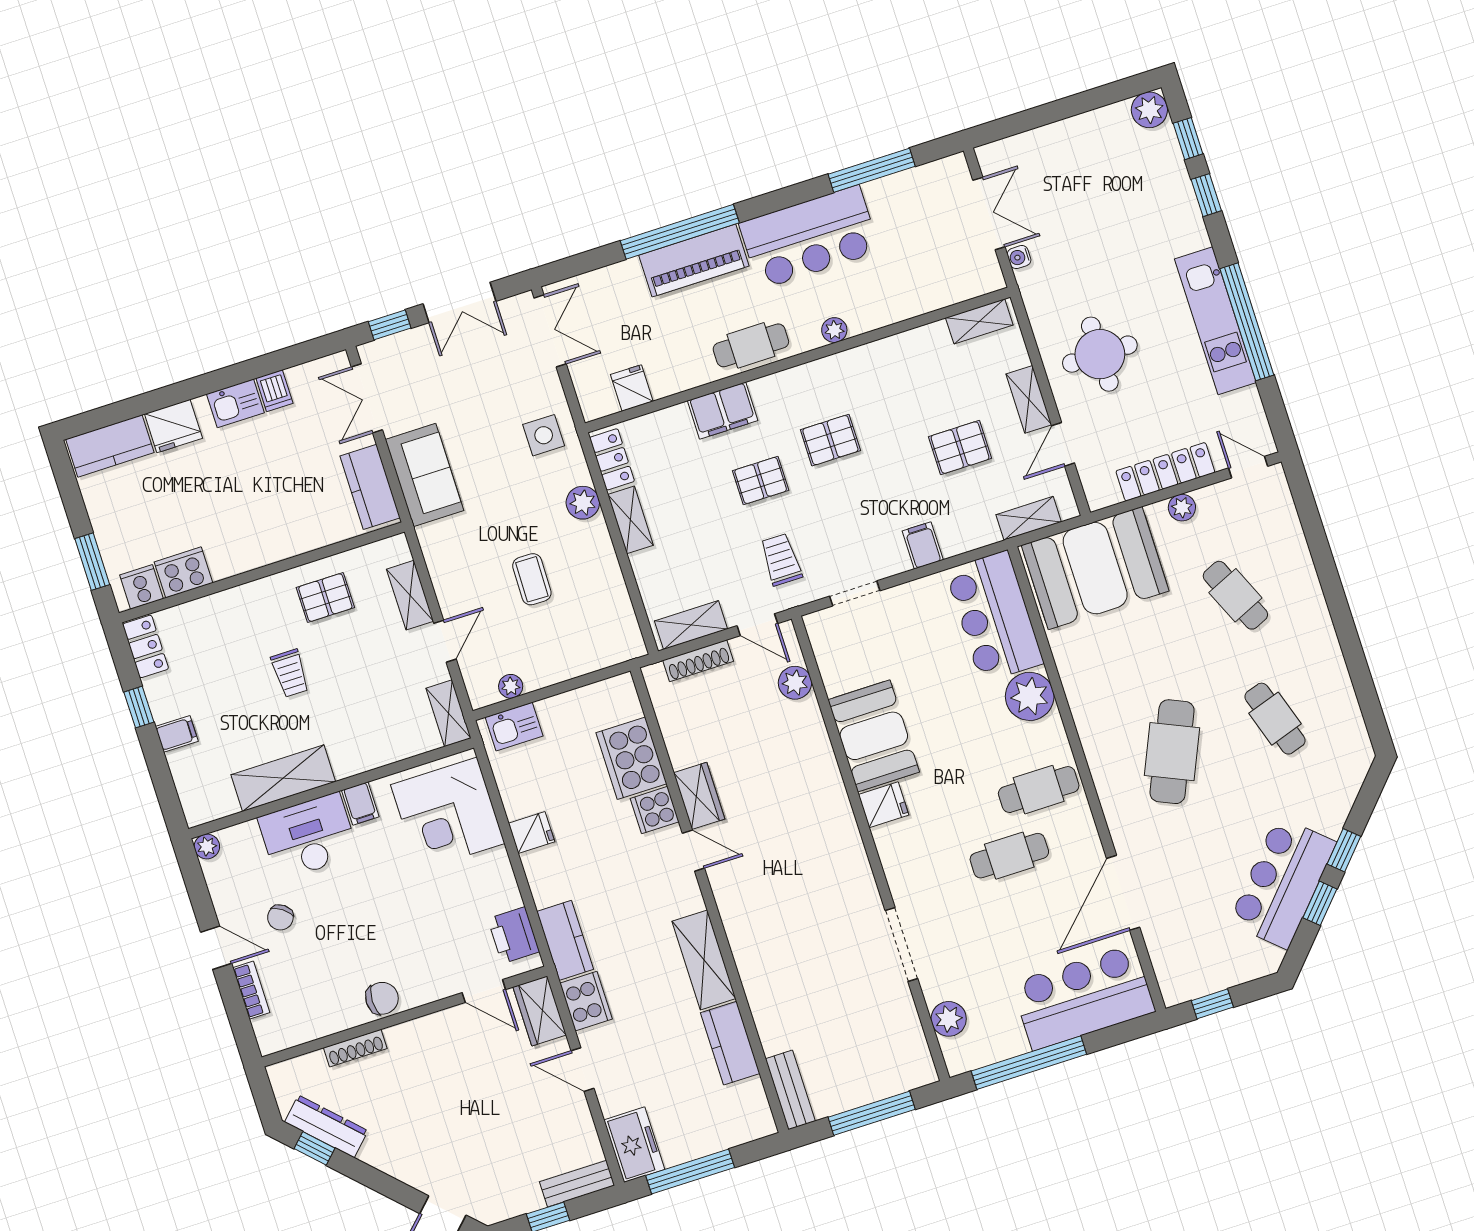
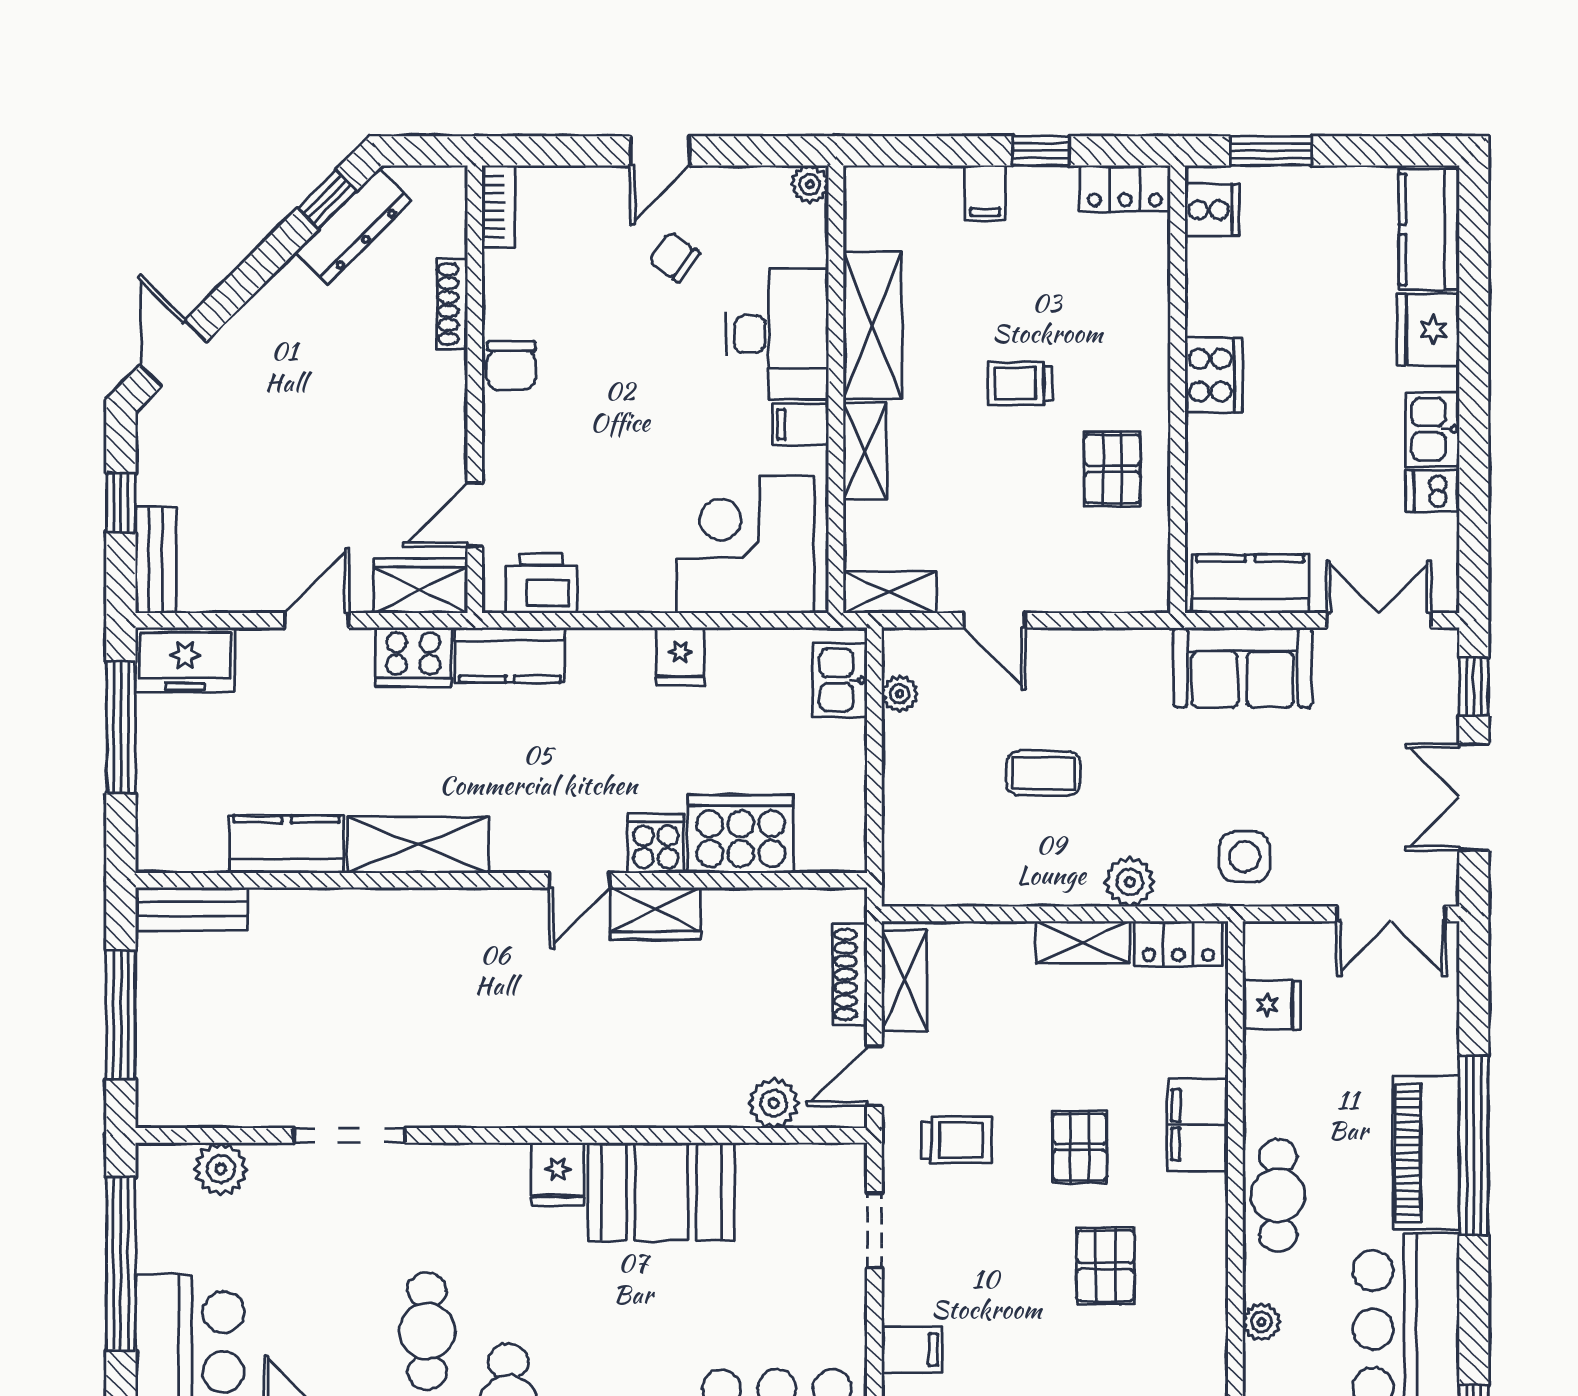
cooker: (184, 572) -> (1214, 375), moved
shelving: (410, 595) -> (865, 451), moved, turned 90
bookcase: (251, 990) -> (498, 206), moved, turned -90

